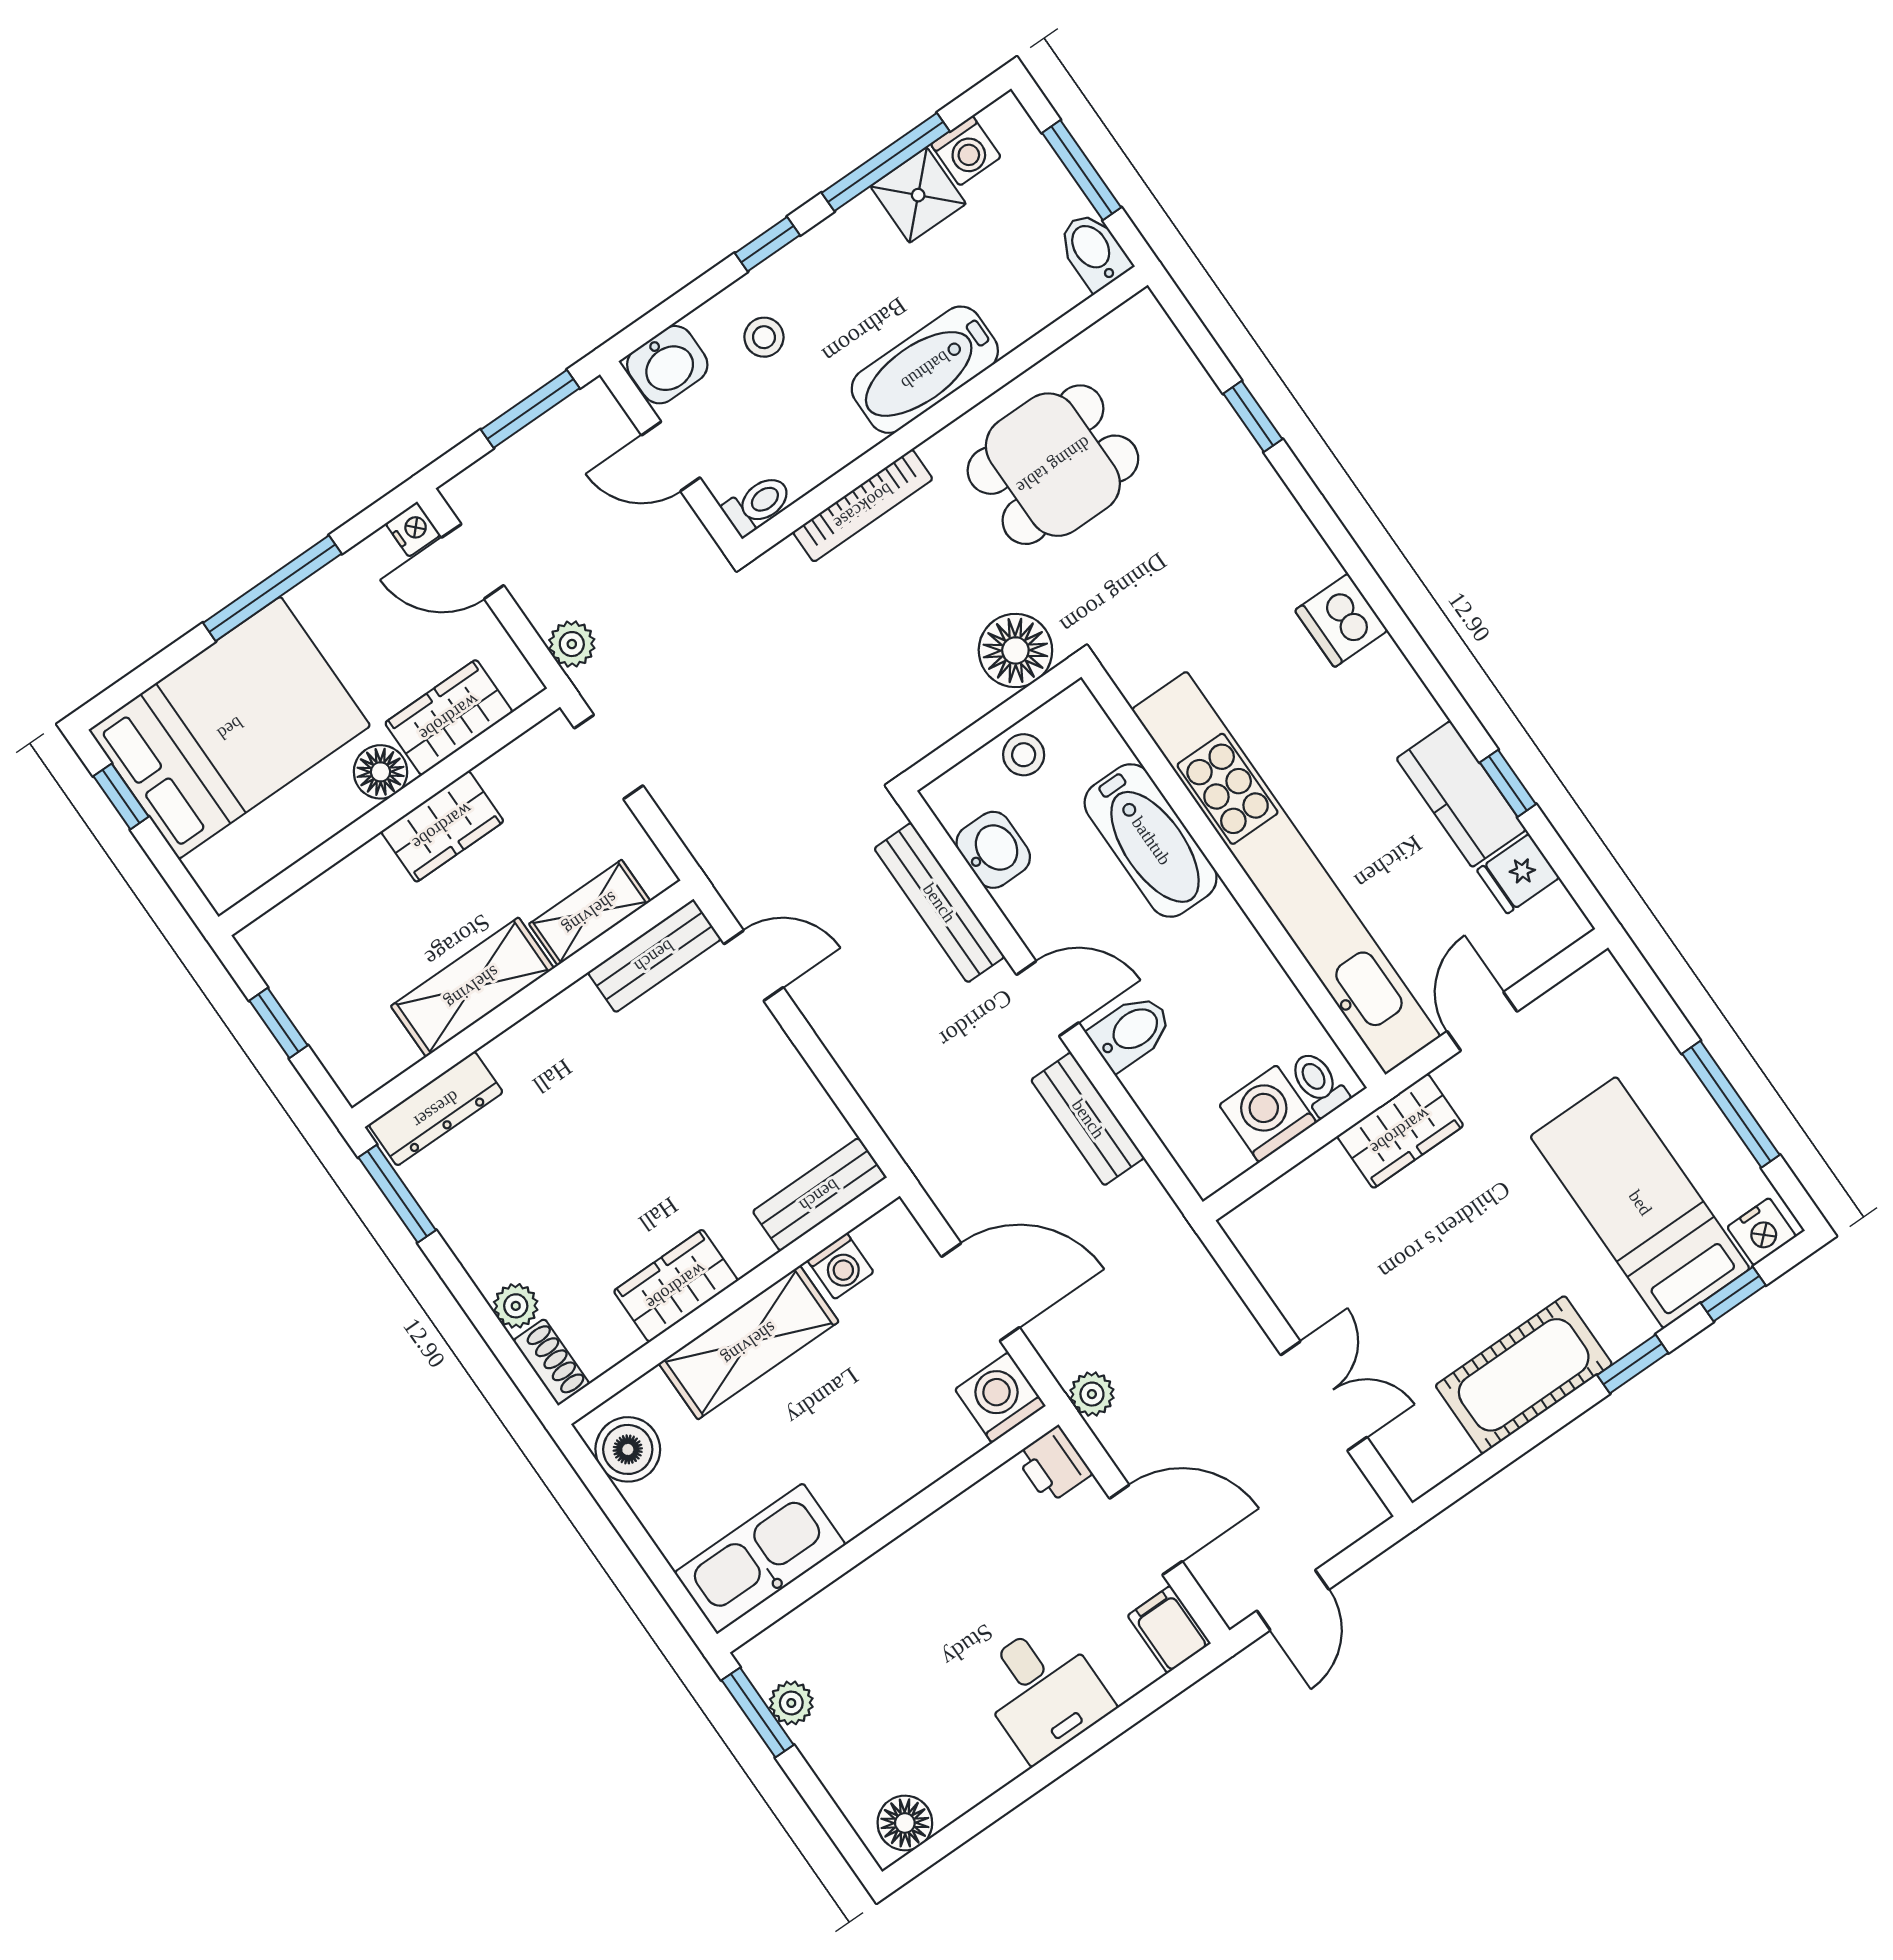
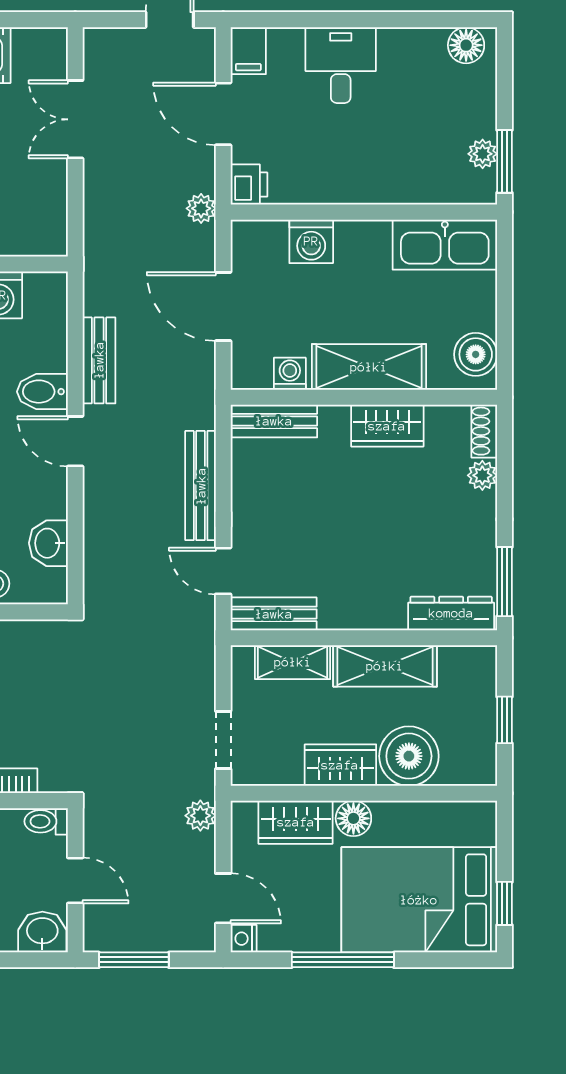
boiler: (366, 896) -> (409, 756), added
bench: (939, 903) -> (201, 486), moved
washing machine: (1000, 1398) -> (311, 241), moved

